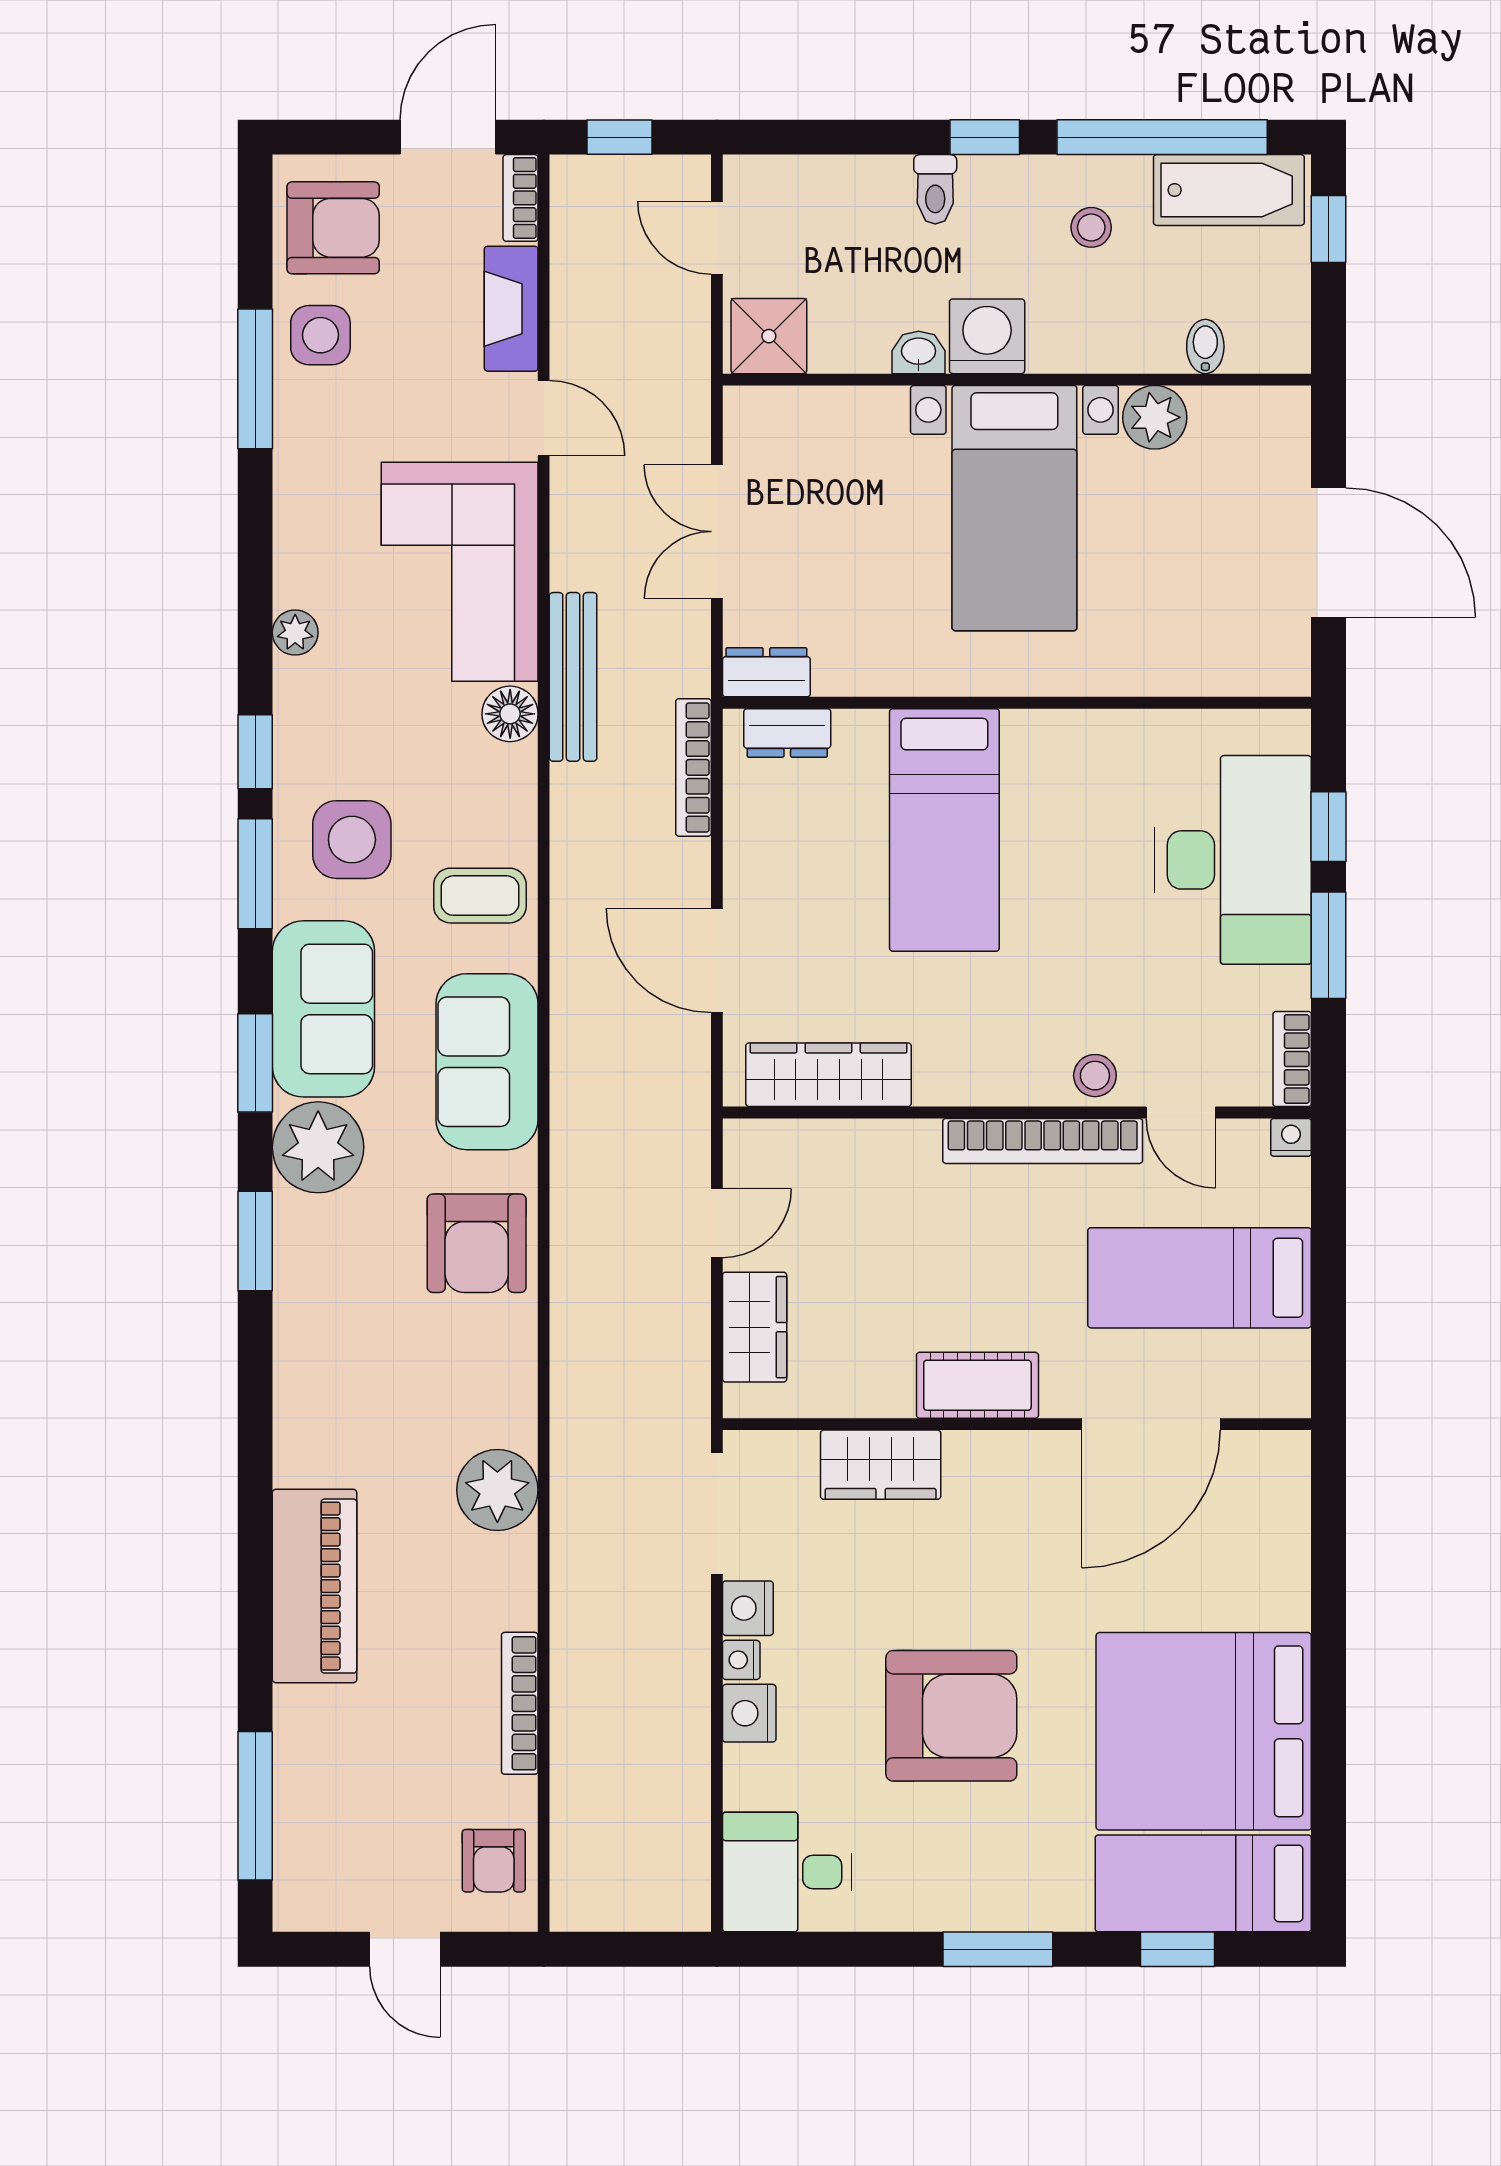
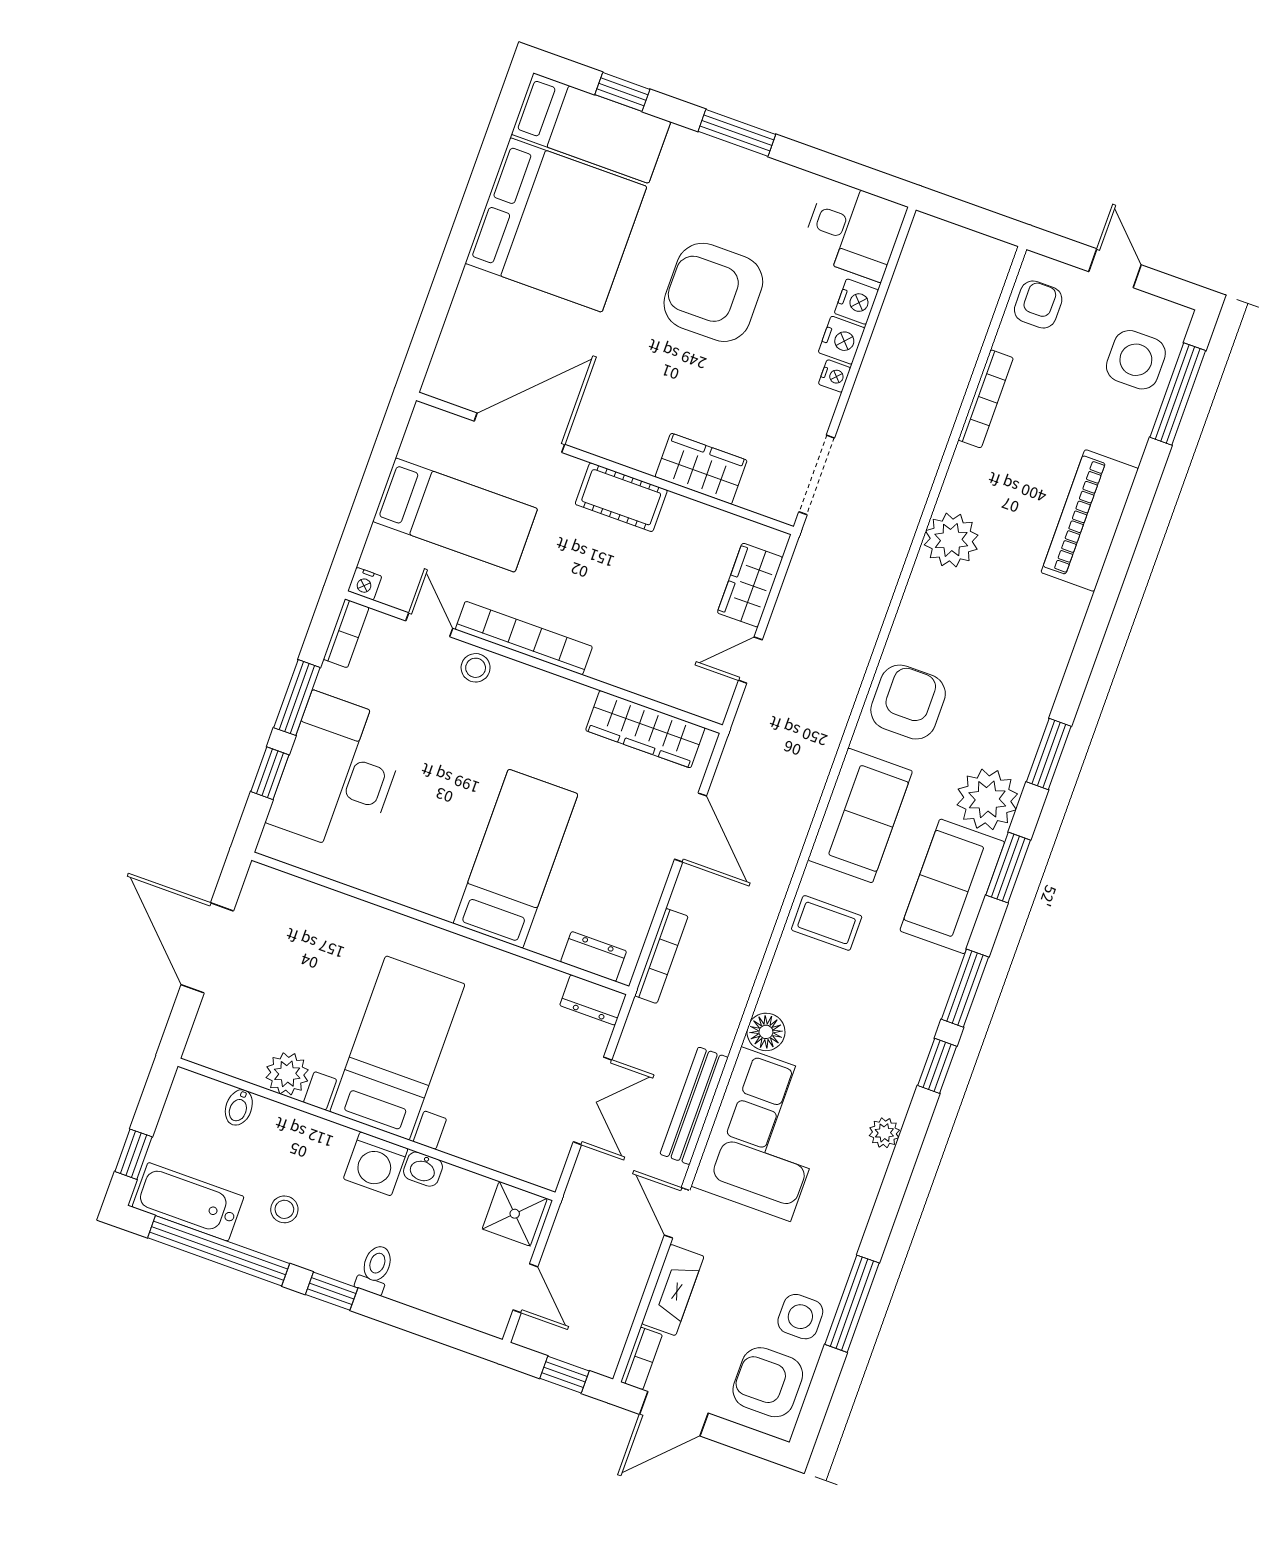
bench: (573, 677) -> (694, 1106), moved
side table: (352, 840) -> (1136, 360), moved
nightstand: (748, 1608) -> (856, 302), moved

